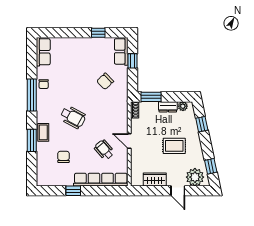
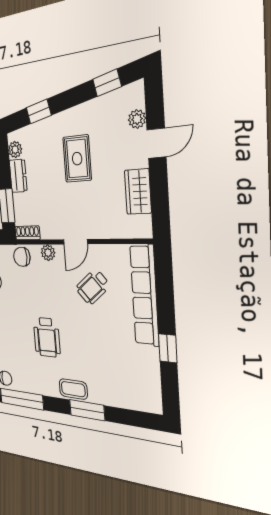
wheelchair: (73, 117) -> (47, 337), turned 152
plant: (123, 123) -> (48, 253), added
chair: (64, 157) -> (22, 257), moved
plant: (195, 177) -> (137, 119), width x0.53, depth x0.53

